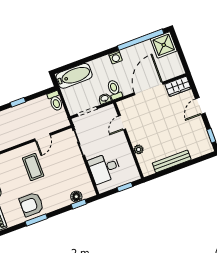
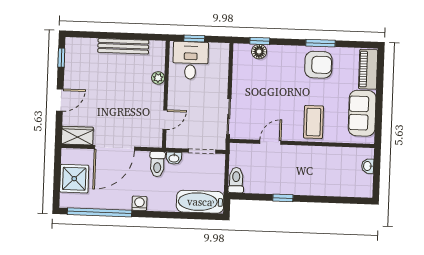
shower: (164, 45) -> (74, 179), moved
coffee table: (33, 167) -> (313, 122), moved
desk: (105, 168) -> (190, 60), moved, turned -90

